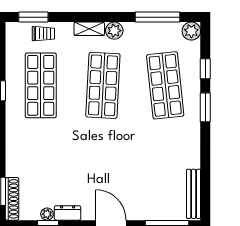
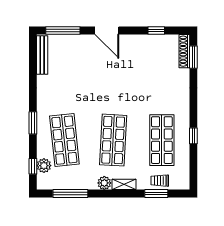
window: (33, 17) -> (156, 194), moved
plant: (191, 31) -> (44, 166), moved
window: (205, 69) -> (33, 166), moved
dresser: (68, 213) -> (141, 40), removed
plant: (47, 214) -> (157, 39), removed

